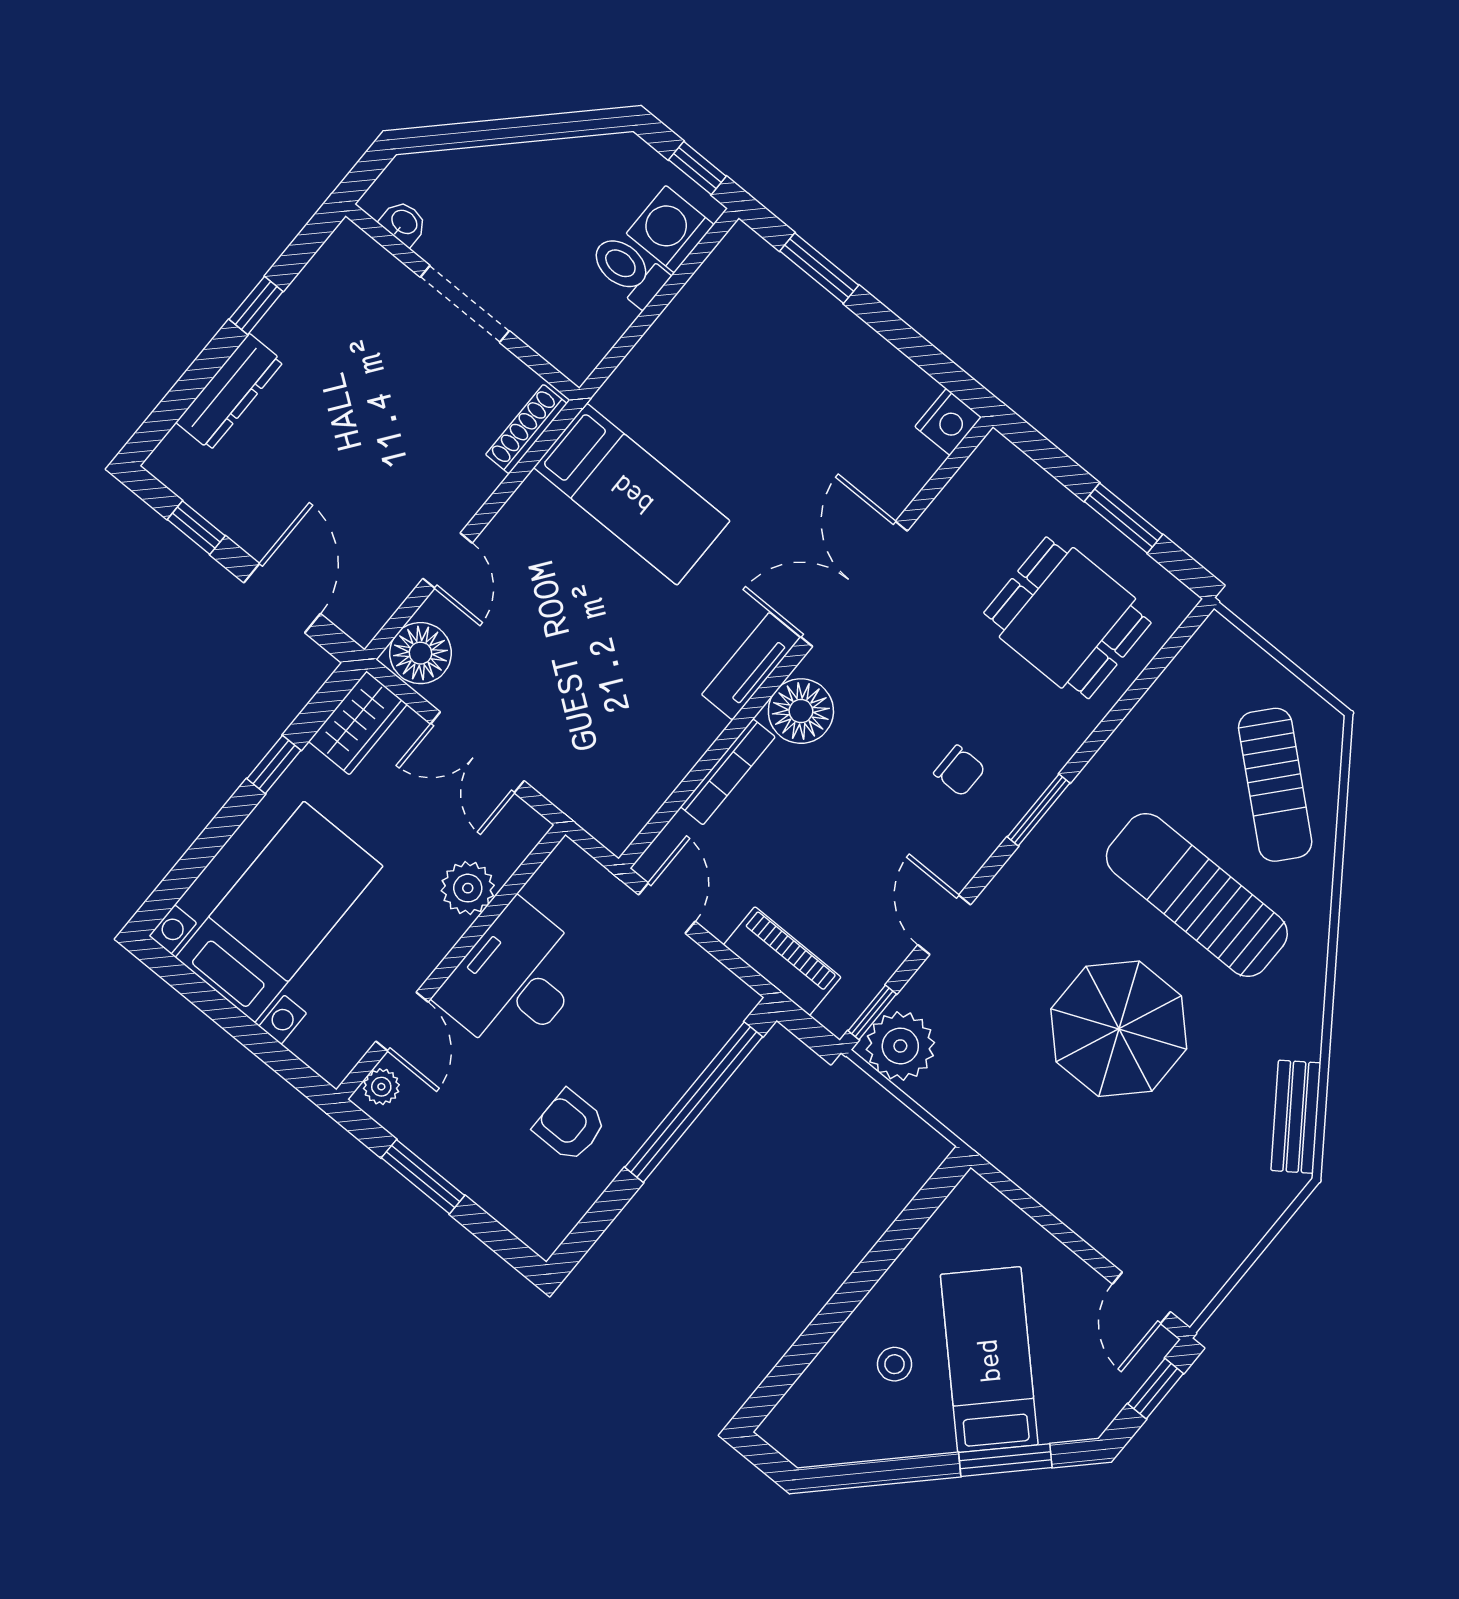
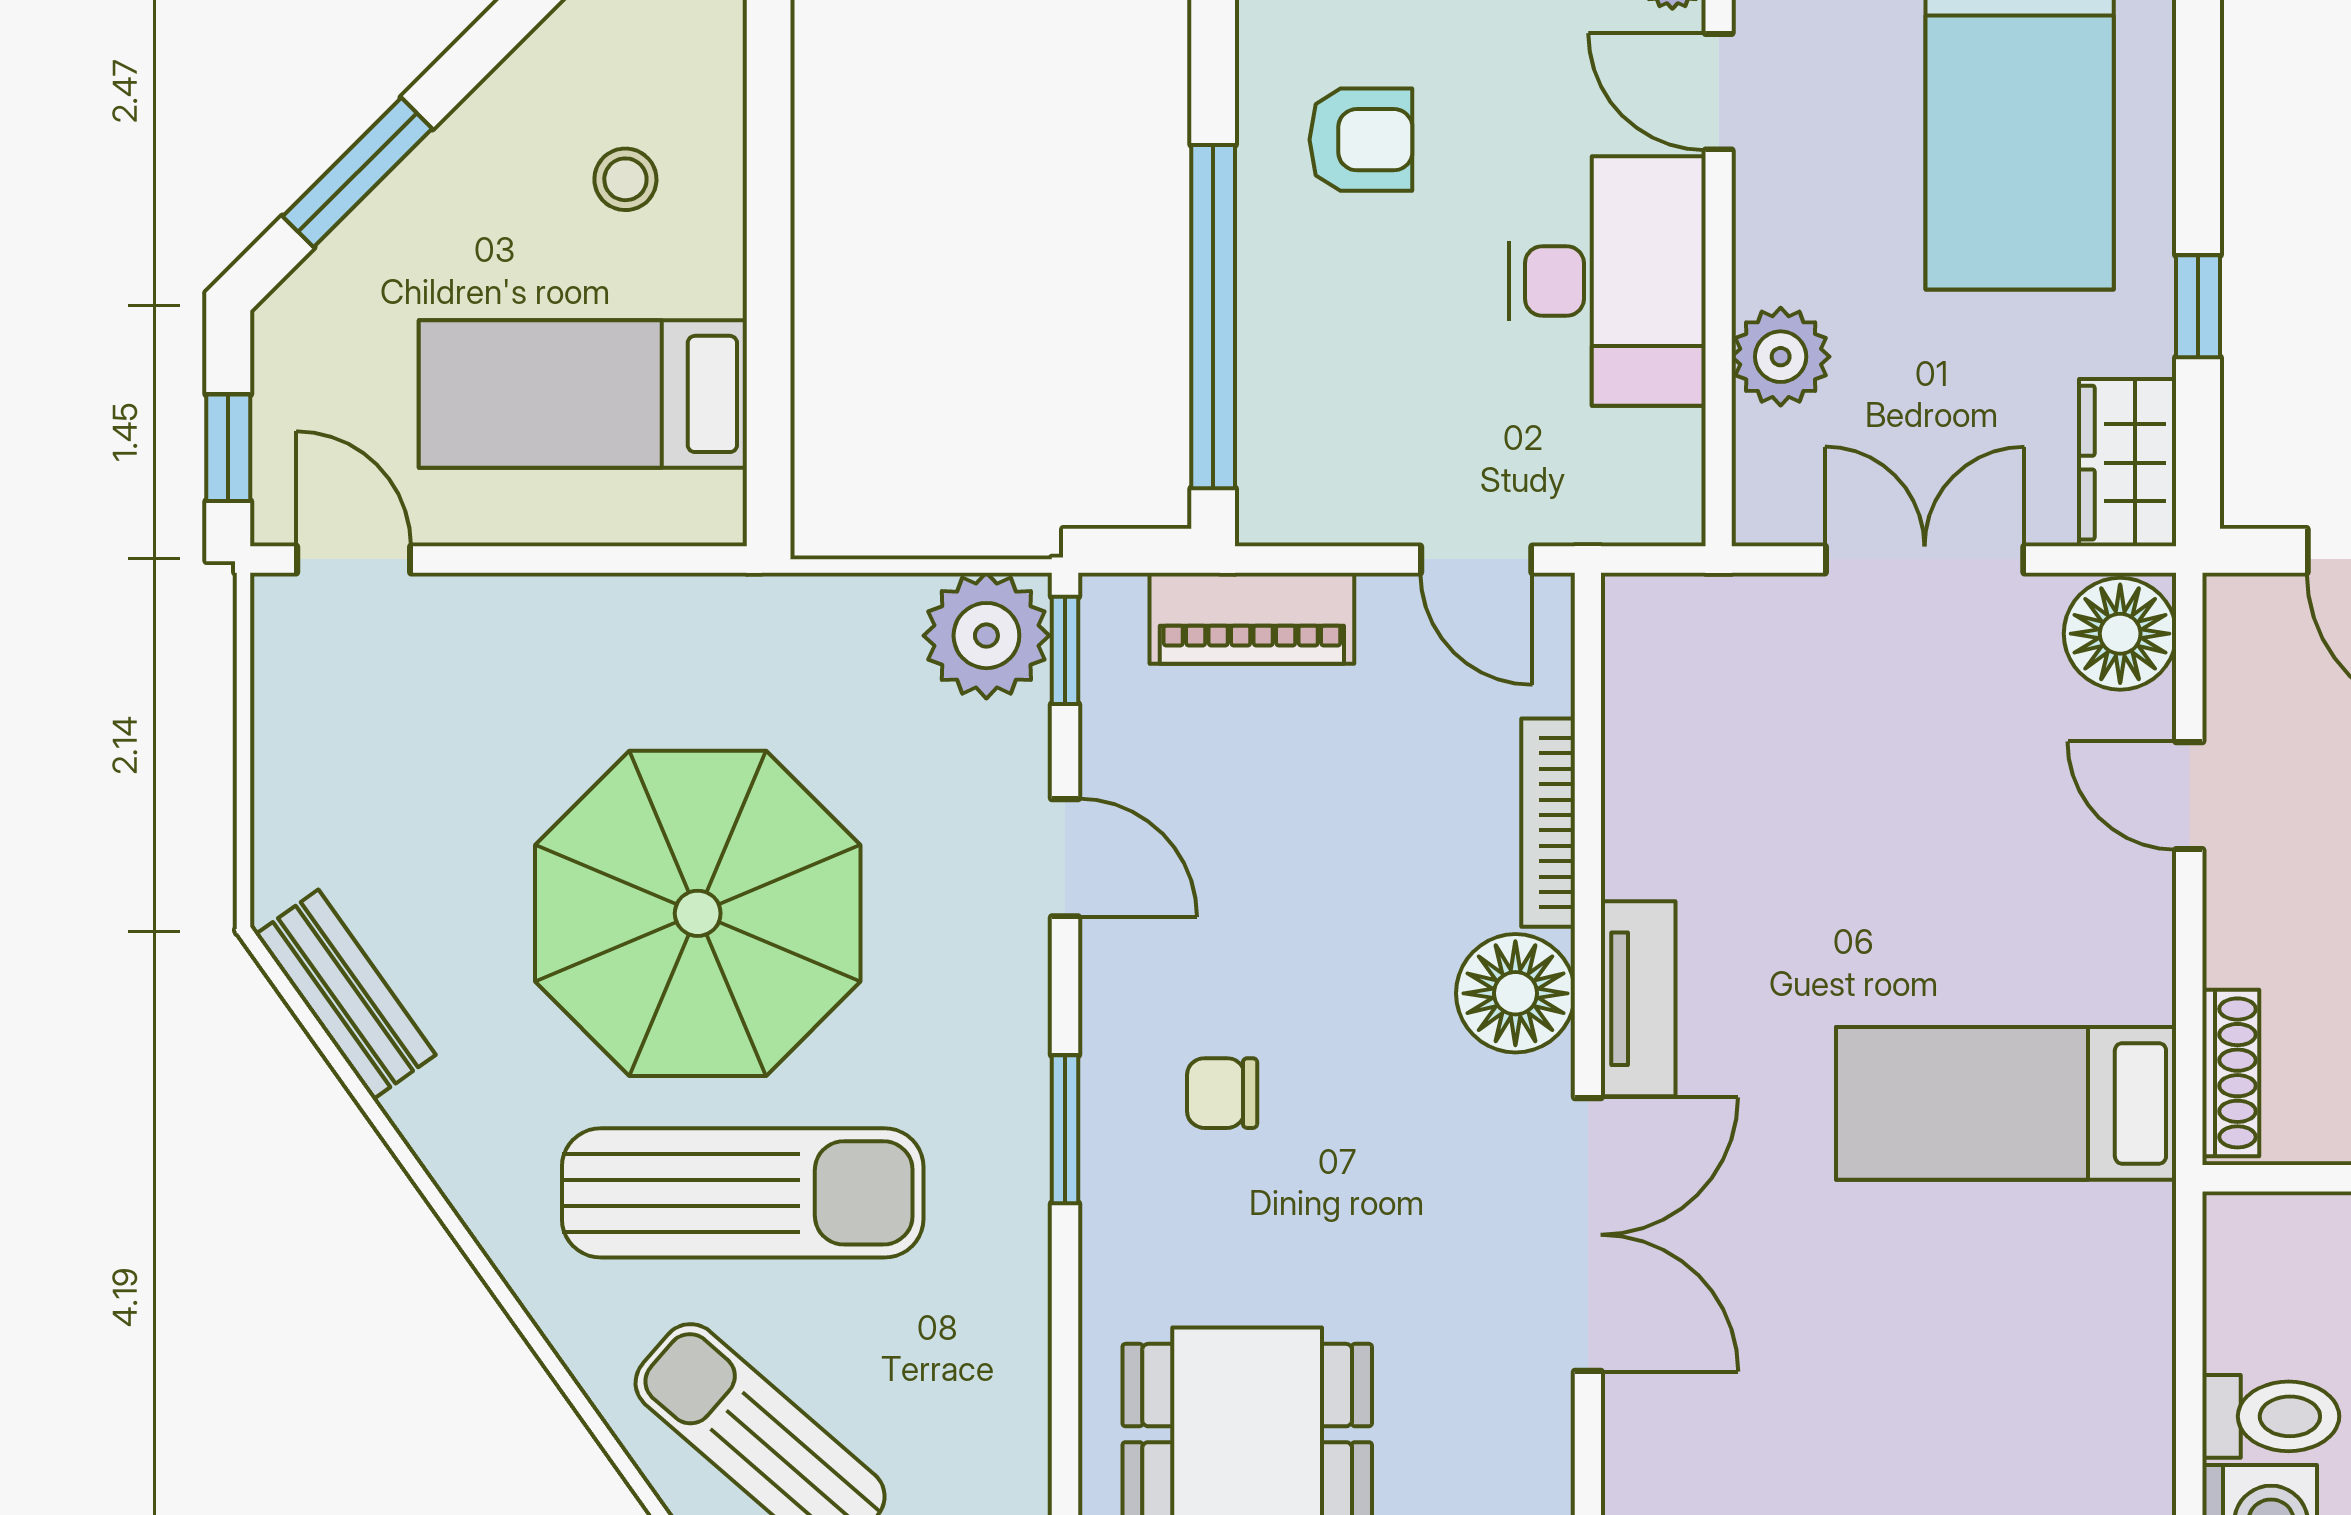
parasol: (1119, 1029) -> (698, 913), width x1.36, depth x1.36
bed: (989, 1360) -> (583, 394), moved, turned 135

